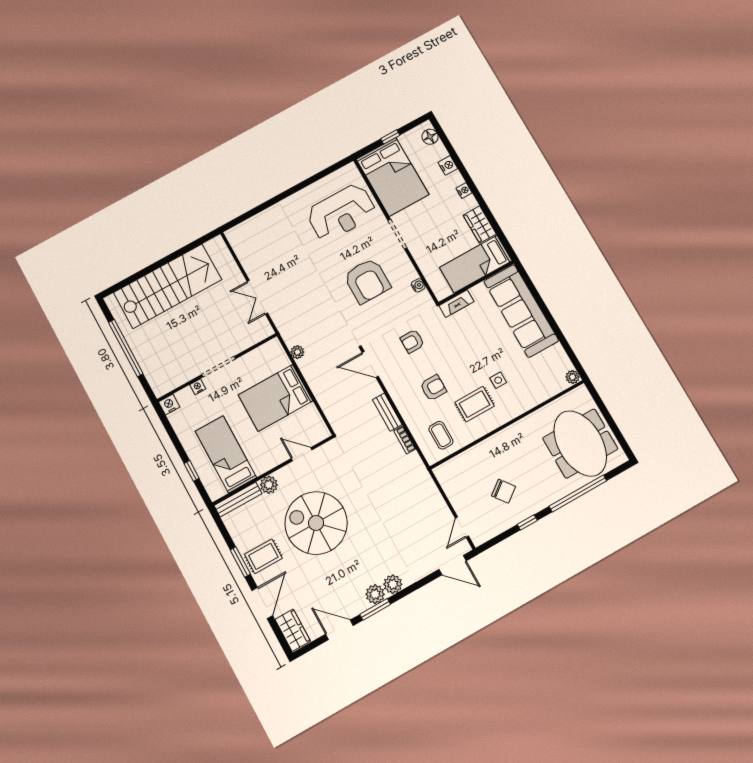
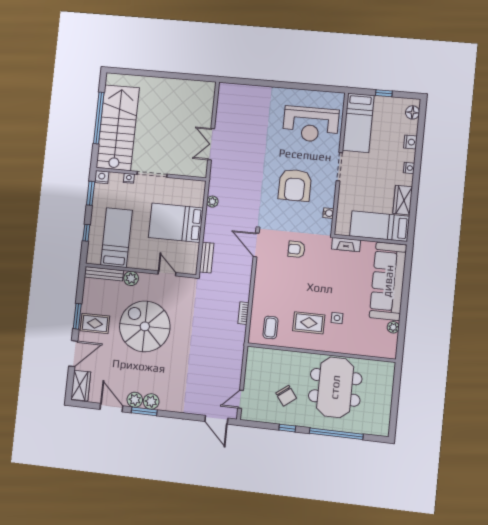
bed: (392, 177) -> (358, 123), width x0.67
stairs: (168, 286) -> (118, 128), moved, turned -90
plant: (573, 377) -> (393, 327), moved
armchair: (433, 388) -> (288, 291), removed
bench: (387, 412) -> (207, 258), moved
window: (169, 428) -> (91, 193), added
meeting table: (580, 444) -> (335, 387), moved
plant: (393, 584) -> (135, 400), moved

